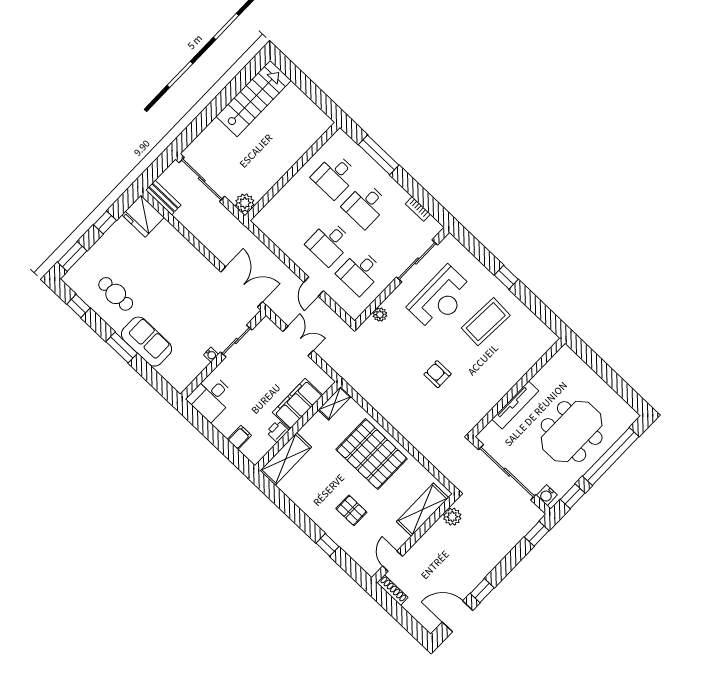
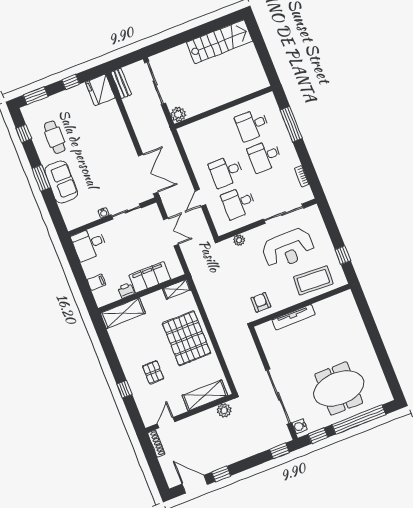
wall: (518, 387) -> (301, 305), moved
tv unit: (515, 405) -> (294, 317), moved

